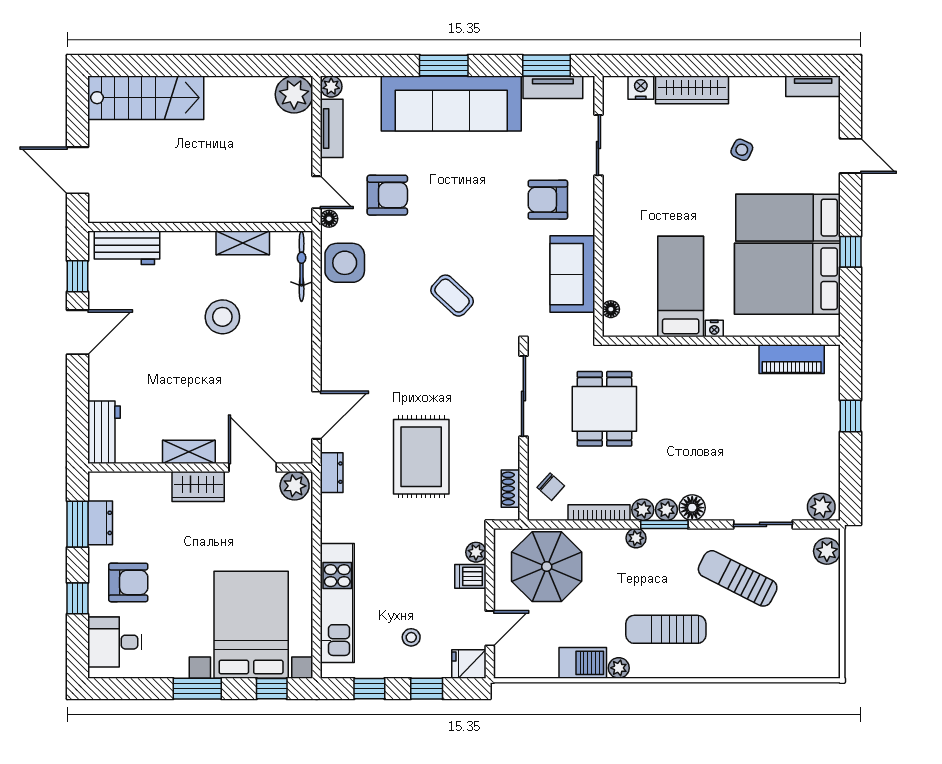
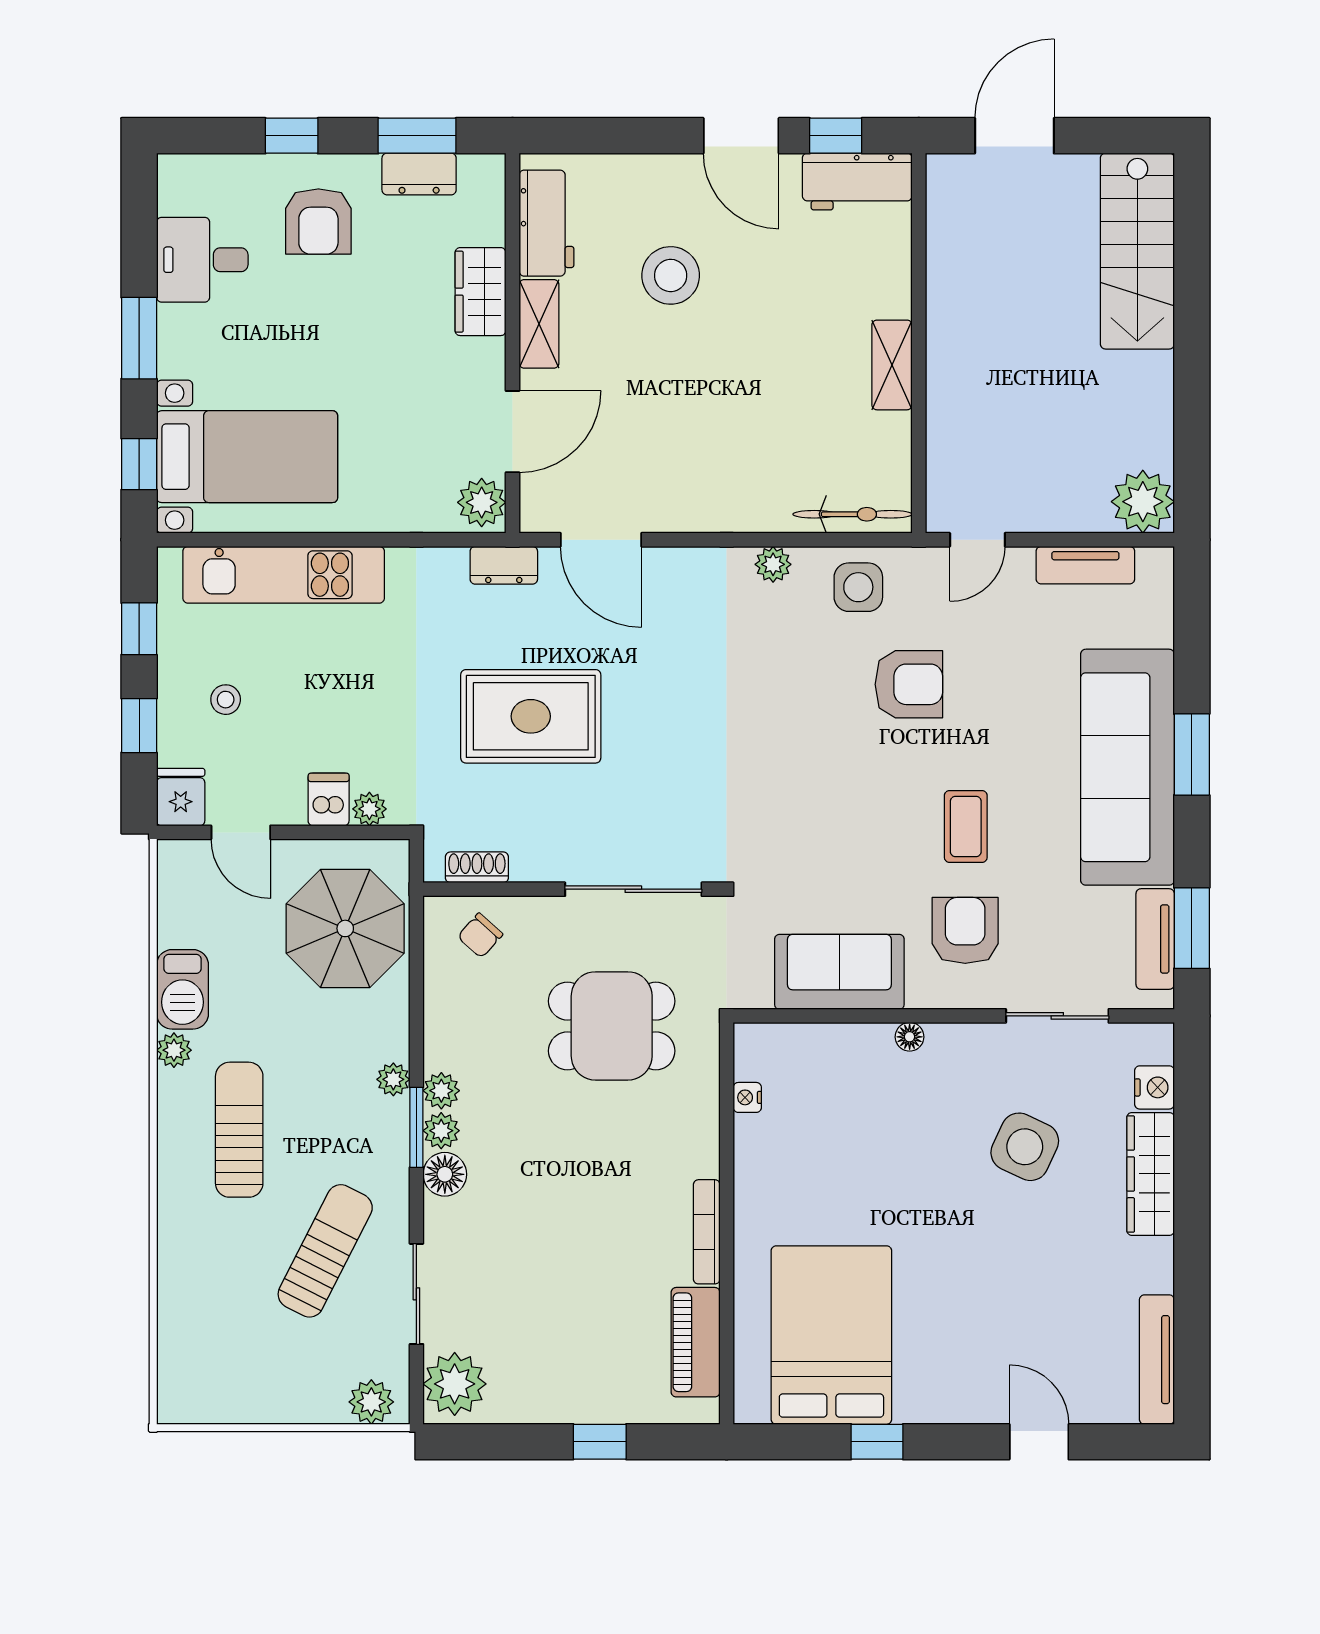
plant: (331, 86) -> (773, 564), moved
tv unit: (813, 86) -> (1157, 1360), width x1.41
side table: (742, 150) -> (1025, 1147), moved, width x1.87, depth x1.87
door: (851, 156) -> (1039, 1442), swing flipped
armchair: (387, 195) -> (909, 684), moved, turned -90
bed: (788, 218) -> (935, 1336), removed
floor lamp: (329, 219) -> (933, 561), removed
shelving: (243, 243) -> (892, 365), moved
workbench: (127, 248) -> (857, 182), moved, turned -90
side table: (345, 263) -> (858, 587), width x0.73, depth x0.73
bed: (681, 287) -> (818, 1155), removed
coffee table: (452, 296) -> (966, 826), moved, turned -43
floor lamp: (611, 309) -> (910, 1037), moved
stool: (222, 317) -> (671, 275), moved
nightstand: (714, 329) -> (747, 1097), moved
workbench: (104, 432) -> (546, 223), moved, turned -90
wardrobe: (198, 486) -> (480, 292), moved
plant: (821, 507) -> (455, 1384), width x1.36, depth x1.36
bookcase: (599, 513) -> (707, 1232), moved, turned 180
bed with nightstands: (251, 625) -> (247, 457), width x0.73
desk: (115, 642) -> (202, 260), moved, turned -90

